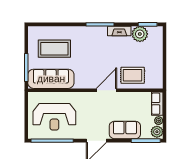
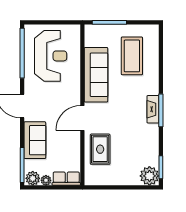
fireplace: (119, 31) -> (153, 109), moved
plant: (140, 34) -> (149, 176), moved
sofa: (51, 79) -> (96, 75), moved
door: (106, 90) -> (82, 118), swing flipped
reception desk: (54, 117) -> (51, 56), turned 180

